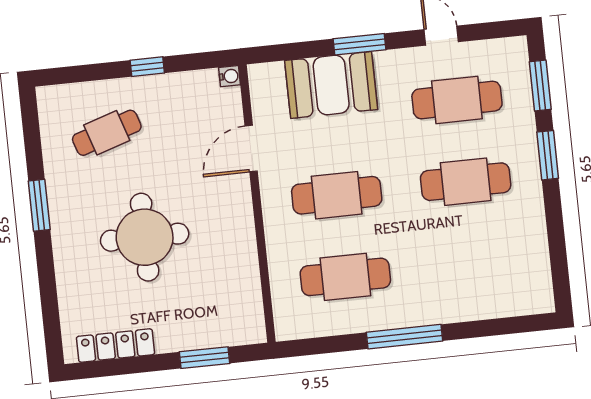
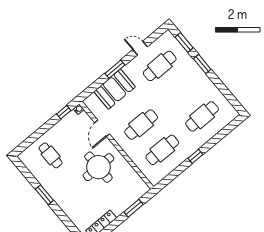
window: (147, 67) -> (64, 112), moved
cafe table: (107, 133) -> (51, 155), turned -72
cafe table: (466, 182) -> (202, 116), moved
round table: (145, 237) -> (98, 167), moved
window: (405, 337) -> (195, 156), width x0.46

